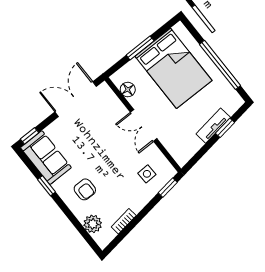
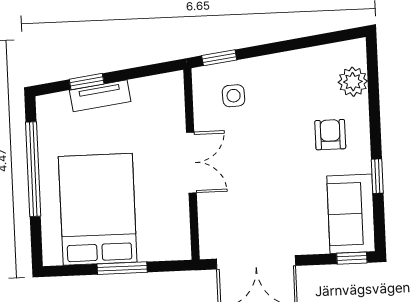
floor lamp: (128, 89) -> (178, 225), removed
bookcase: (124, 221) -> (310, 56), removed

